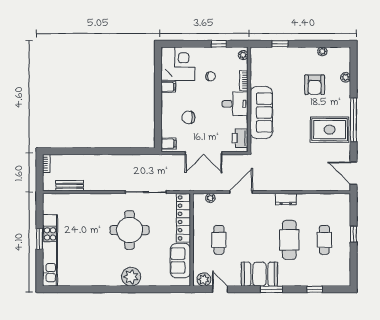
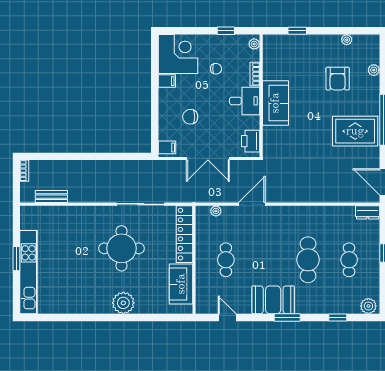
sofa: (261, 113) -> (275, 103), width x0.73
dresser: (286, 199) -> (368, 212), moved
plant: (204, 279) -> (368, 306), moved

